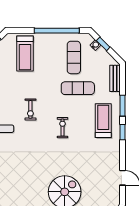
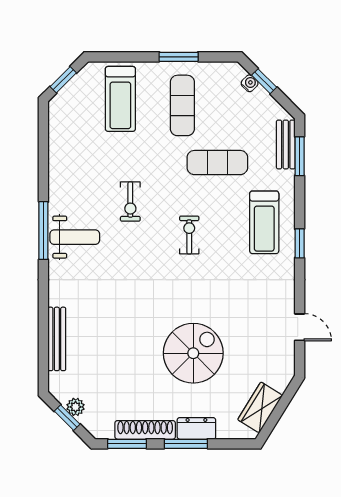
window: (57, 31) -> (179, 57), width x0.47
exercise mat: (74, 57) -> (182, 105), moved
window: (123, 106) -> (300, 156), moved
treadmill: (103, 121) -> (264, 222), turned 180

